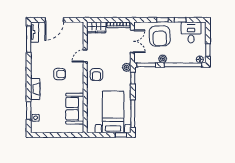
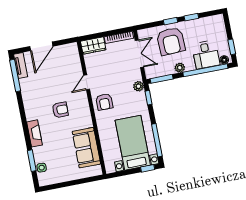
desk: (191, 32) -> (206, 55), moved, turned 180

